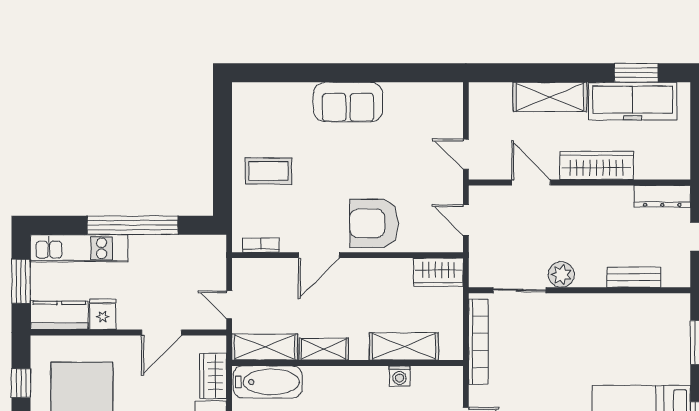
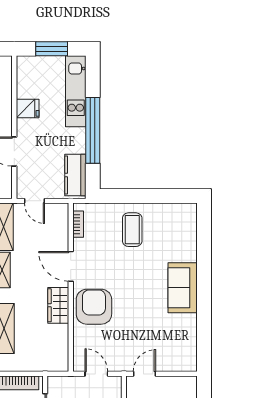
door: (466, 220) -> (96, 374), hinge flipped
wardrobe: (438, 272) -> (58, 305), moved
door: (229, 305) -> (35, 201), swing flipped
kitchen counter: (59, 315) -> (75, 175), moved, turned 180

